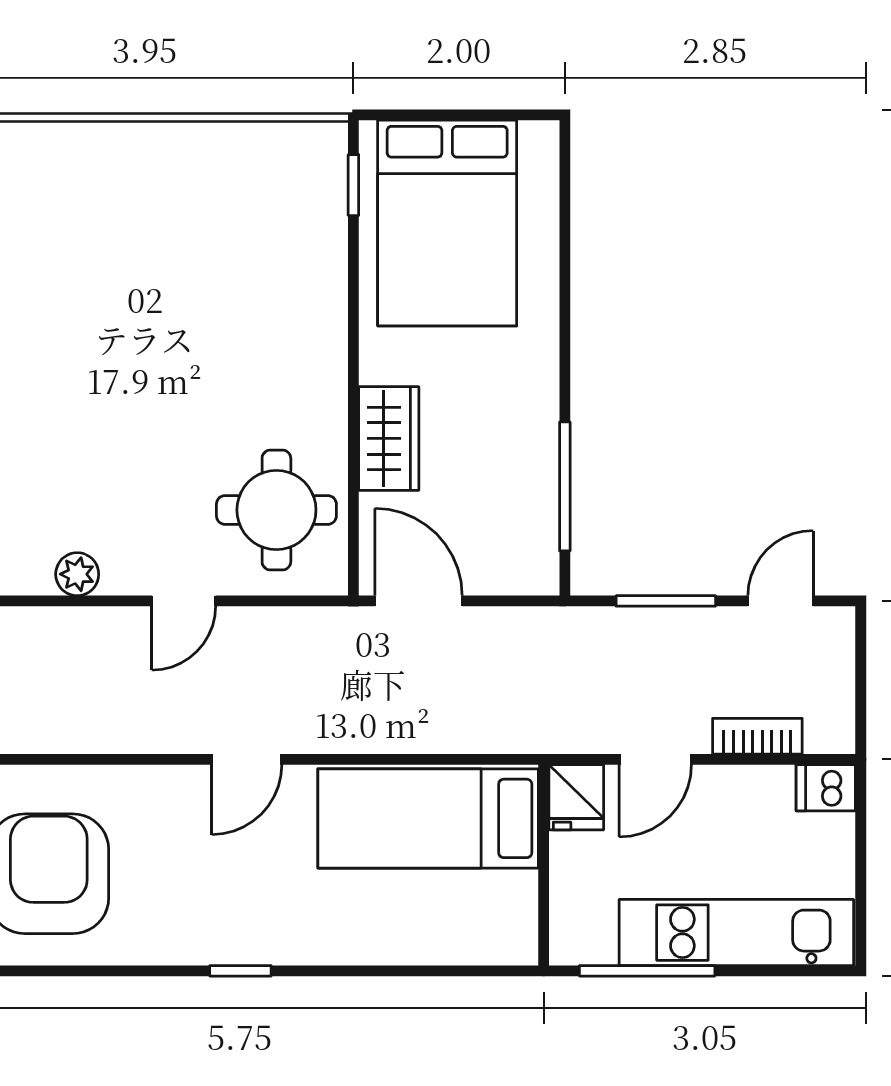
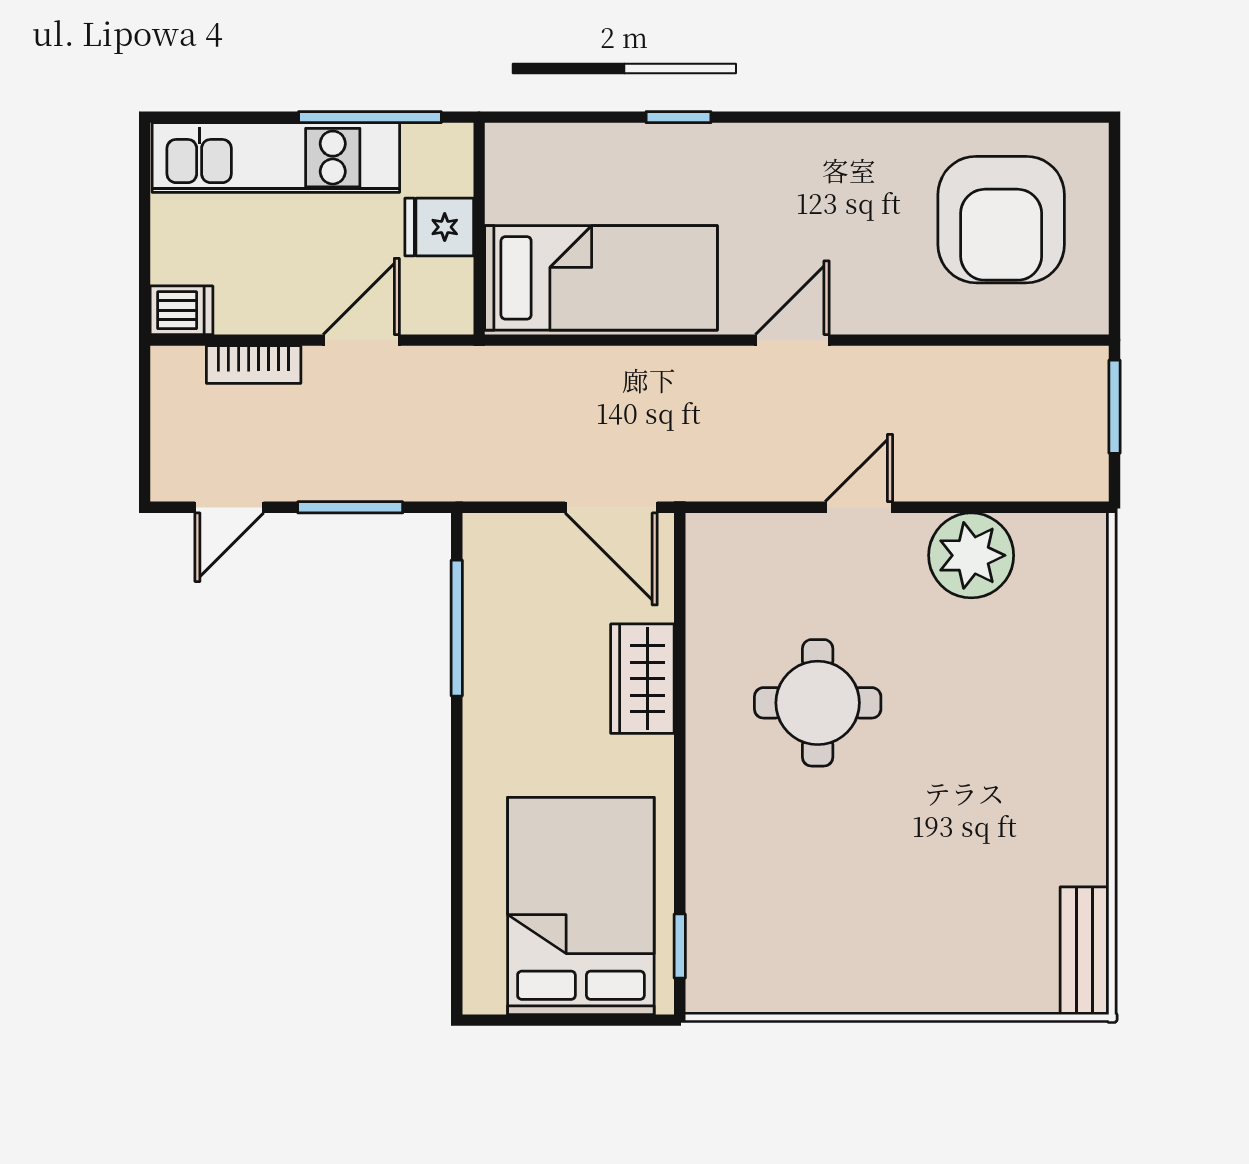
round table: (276, 510) -> (818, 703), moved
plant: (77, 574) -> (971, 555), width x1.88, depth x1.88
fridge: (576, 797) -> (439, 227), moved, turned -90
window: (240, 971) -> (679, 117), moved

